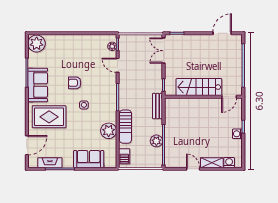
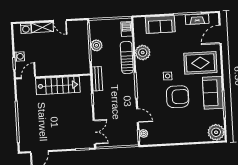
armchair: (75, 83) -> (178, 97), width x1.88, depth x1.88
stairs: (199, 87) -> (58, 85), moved
wall: (203, 97) -> (53, 76), moved
door: (229, 97) -> (28, 78), moved

